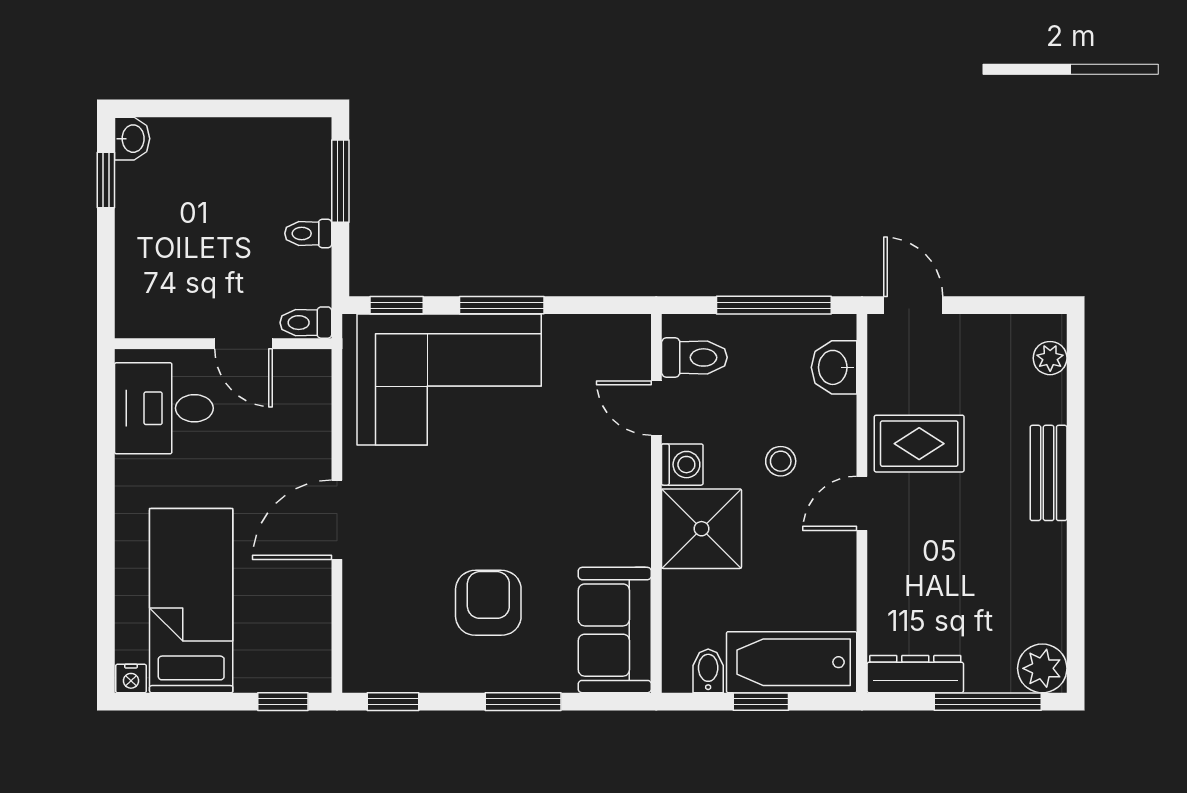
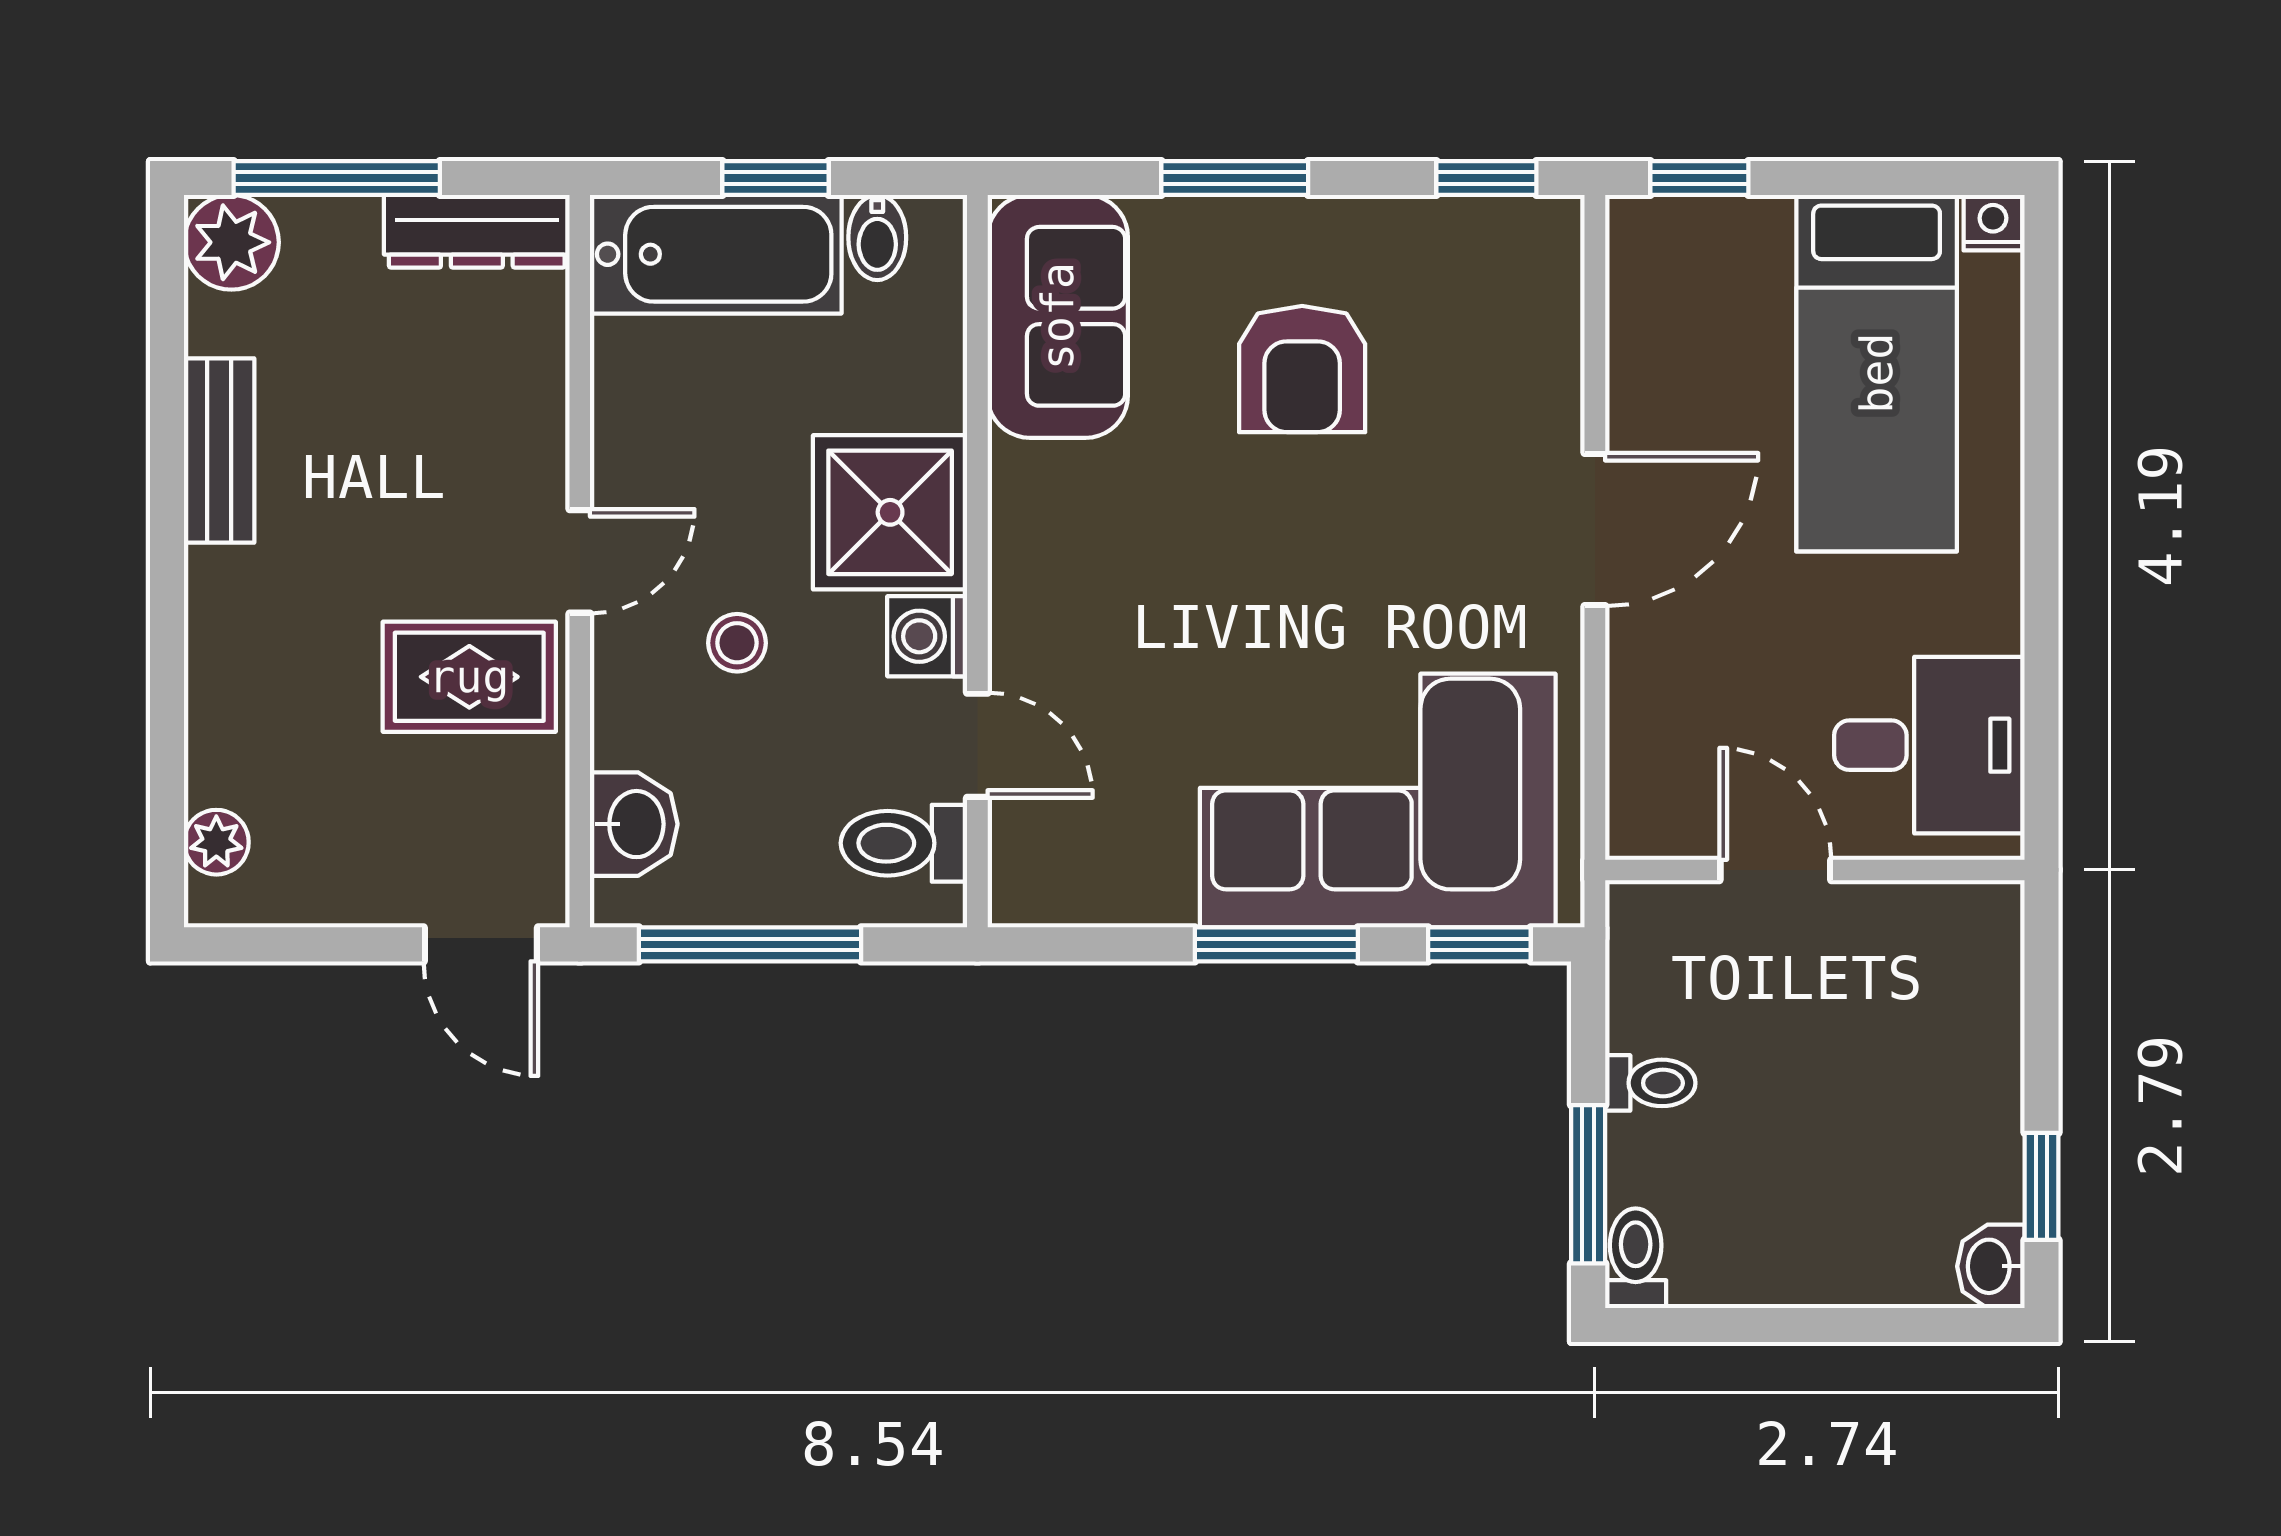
toilet: (306, 323) -> (1636, 1258), moved, turned -90
bench: (1049, 473) -> (219, 451), moved

